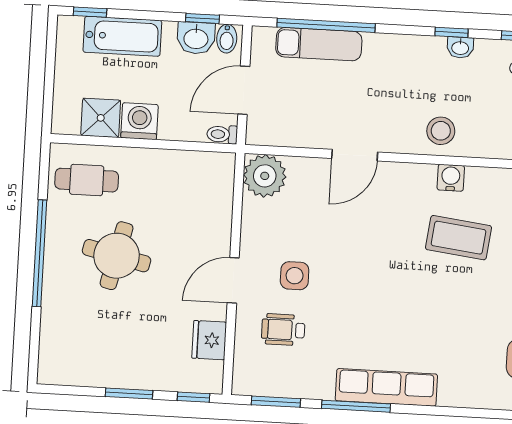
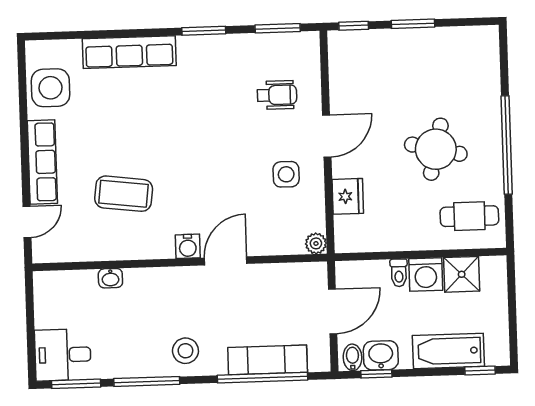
window: (452, 32) -> (147, 381), width x2.17
washbasin: (460, 48) -> (110, 278), moved, turned 180
stool: (441, 131) -> (185, 351), moved
toilet: (222, 134) -> (399, 273), moved, turned 90
plant: (265, 176) -> (316, 243), width x0.53, depth x0.53
water cooler: (451, 178) -> (188, 246), moved
side table: (295, 276) -> (286, 174), moved
fridge: (209, 340) -> (348, 196), moved
row of seats: (386, 387) -> (129, 52), moved
window: (356, 406) -> (204, 31), width x0.69

